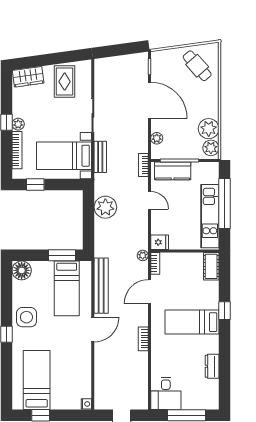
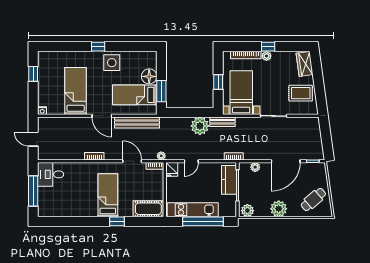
plant: (209, 129) -> (279, 209), moved
bench: (100, 157) -> (222, 122), moved
window: (35, 185) -> (218, 82), moved
door: (149, 200) -> (191, 161), moved
cot: (211, 266) -> (148, 209), width x1.37, depth x1.34
floor lamp: (22, 270) -> (149, 76), moved
dresser: (212, 366) -> (72, 211), removed
bed: (37, 380) -> (76, 91), moved, turned -90

